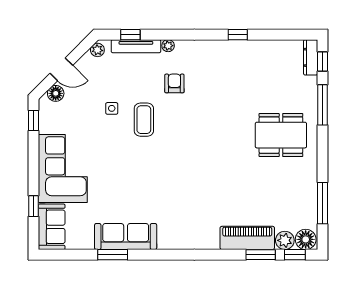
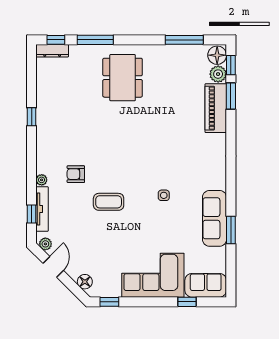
door: (61, 69) -> (53, 267), moved
side table: (112, 108) -> (164, 195), moved

